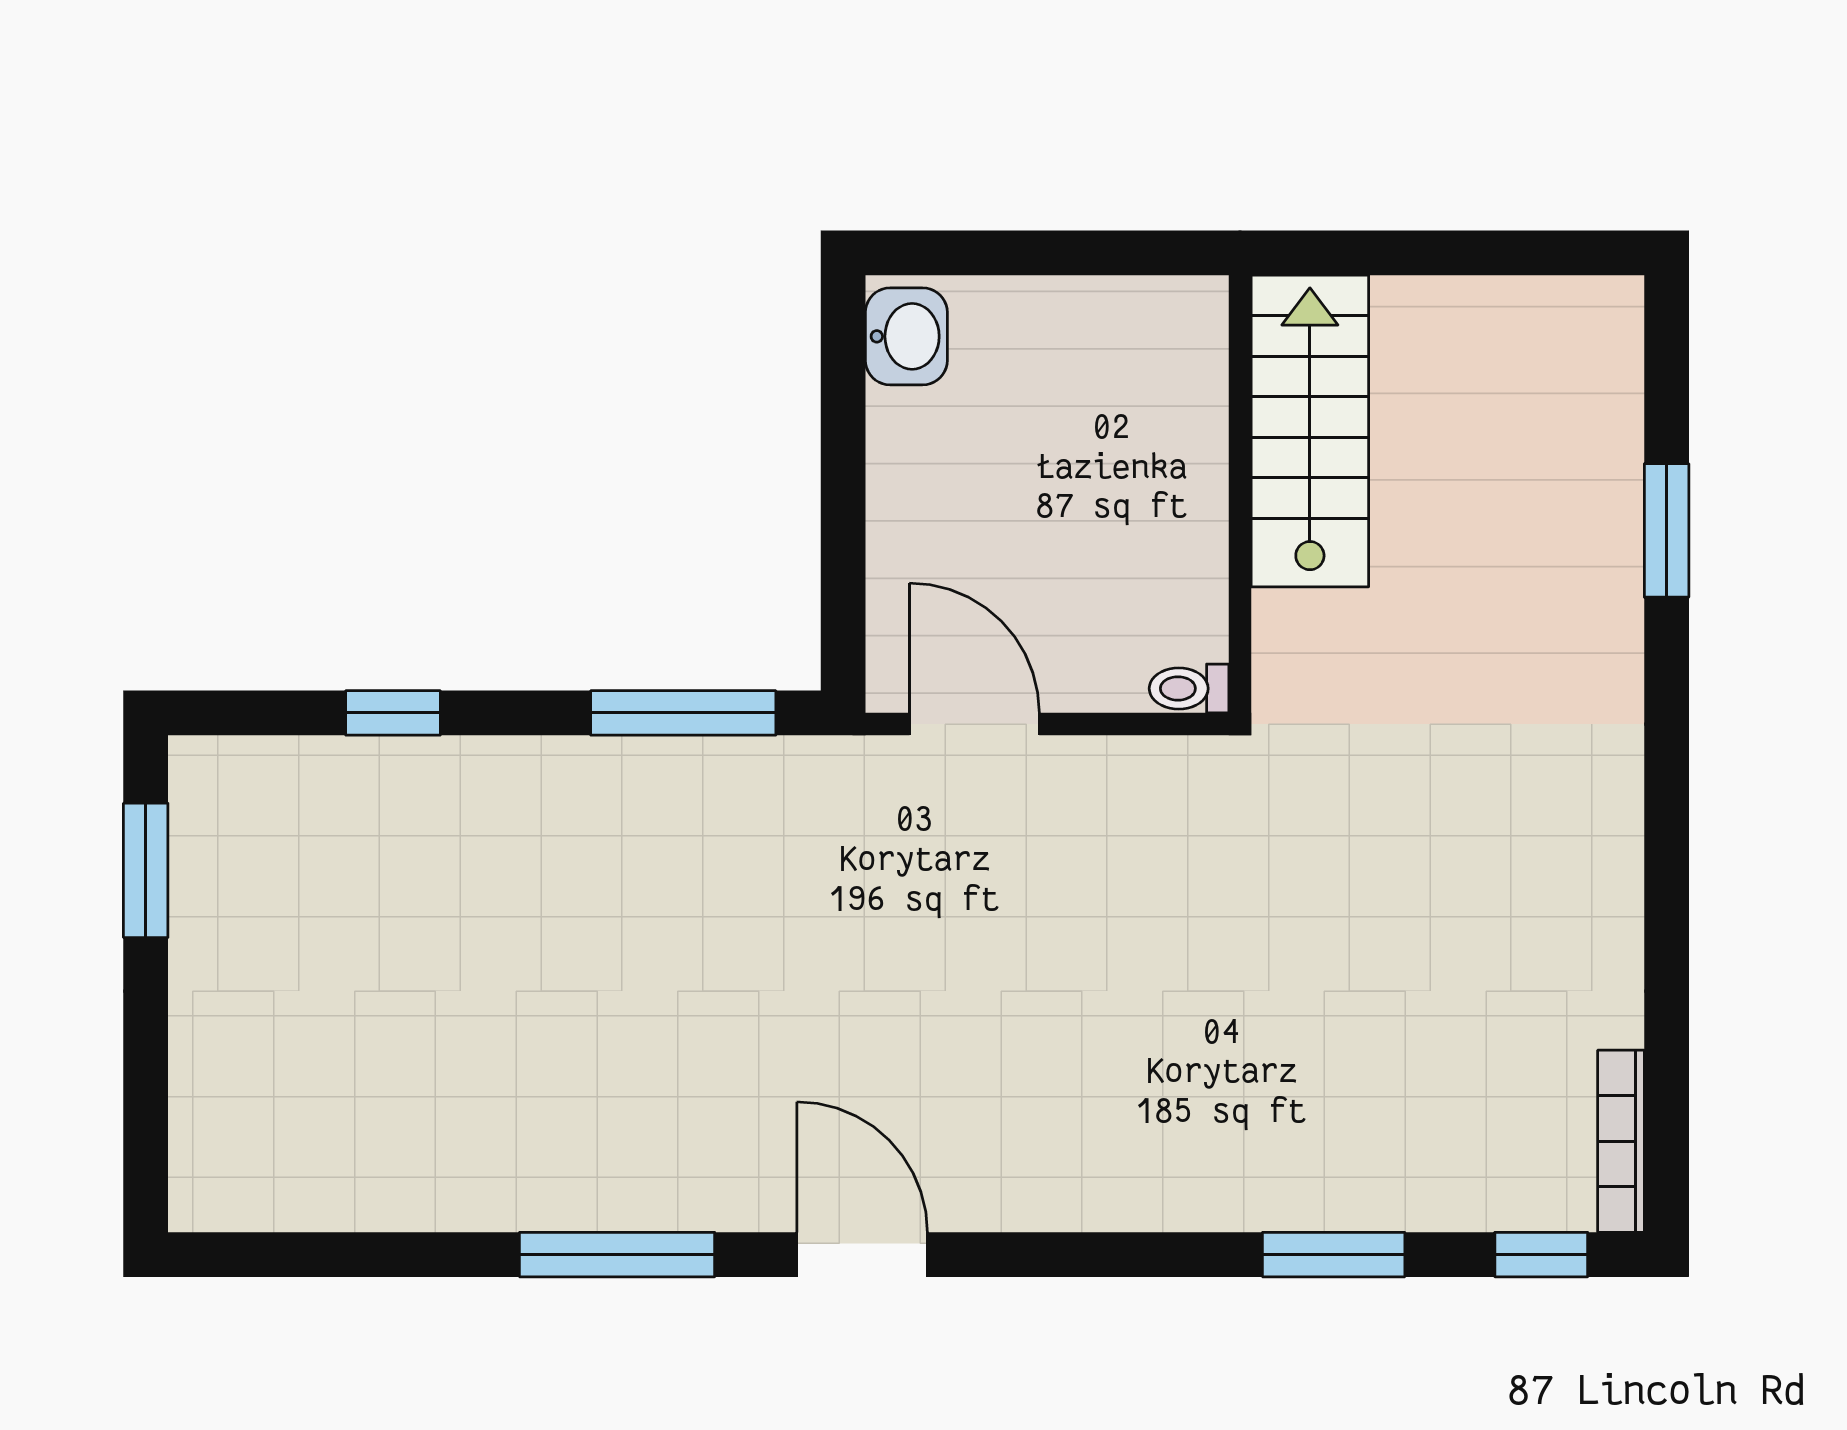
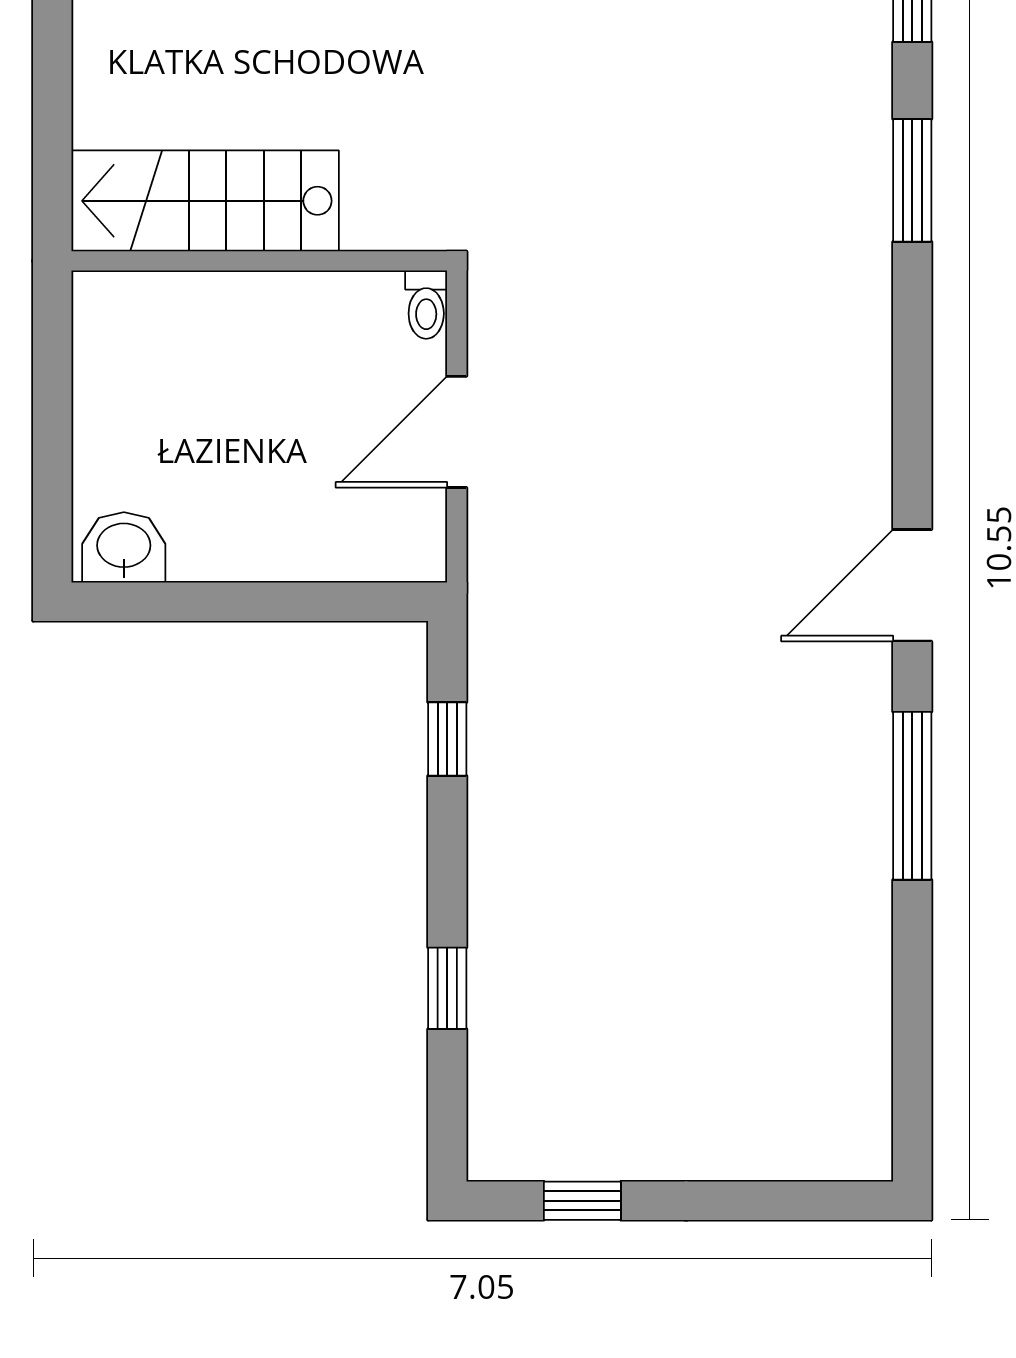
window: (683, 713) -> (447, 739), width x0.46
door: (974, 724) -> (457, 432), moved
window: (146, 870) -> (582, 1201), width x0.67

